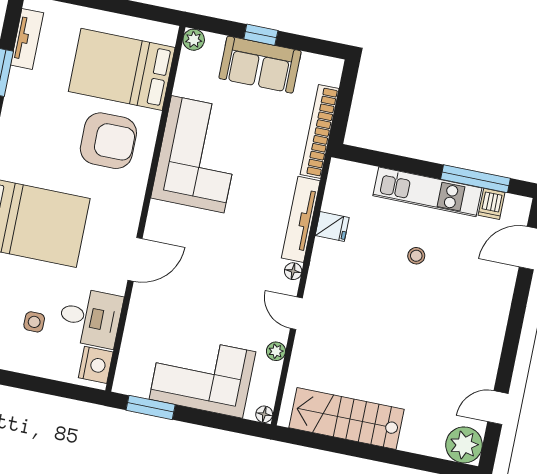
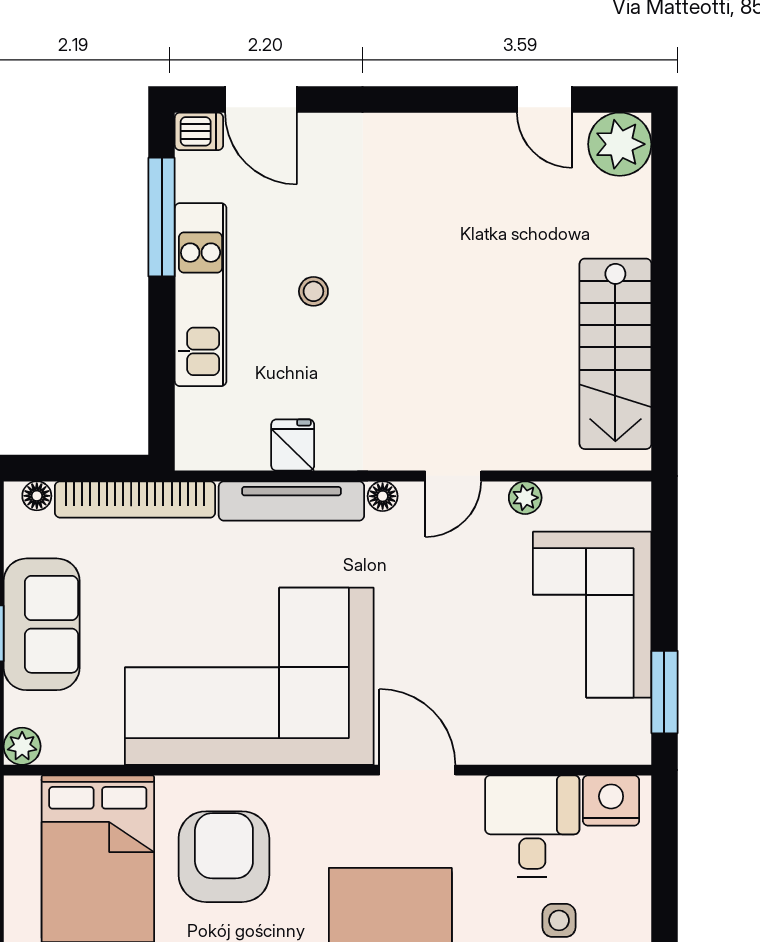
corner sofa: (198, 154) -> (249, 676), width x1.36, depth x1.36
dishwasher: (492, 204) -> (199, 131), moved
floor lamp: (264, 414) -> (37, 496), moved

